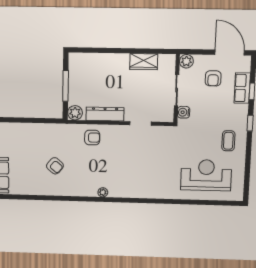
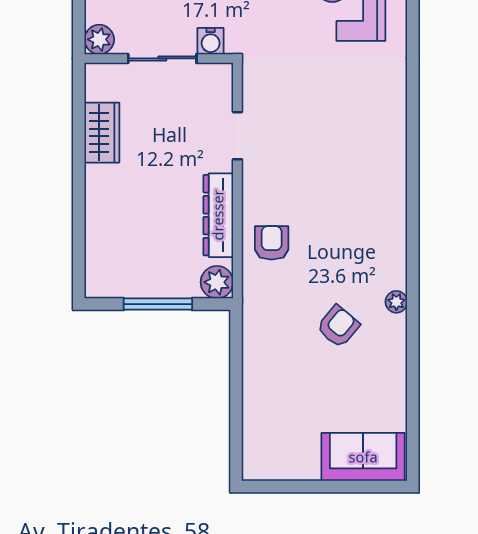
plant: (103, 192) -> (396, 302), moved

